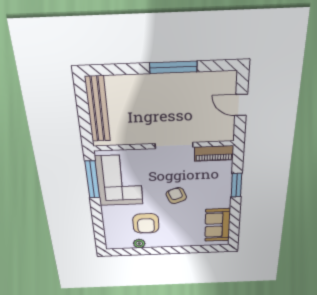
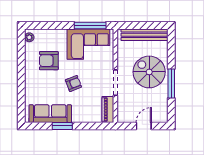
spiral stairs: (156, 101) -> (149, 72), added
window: (236, 185) -> (62, 126), moved
sofa: (217, 225) -> (50, 114), width x1.36
plant: (139, 244) -> (29, 37), moved

